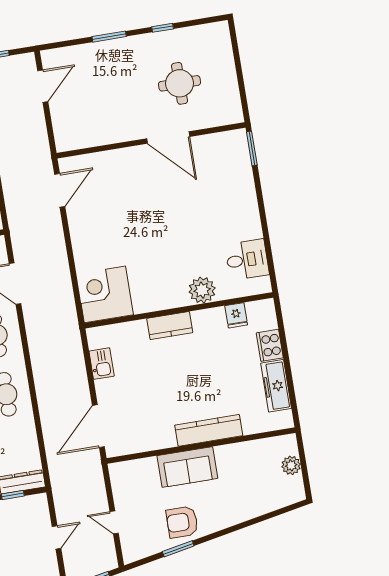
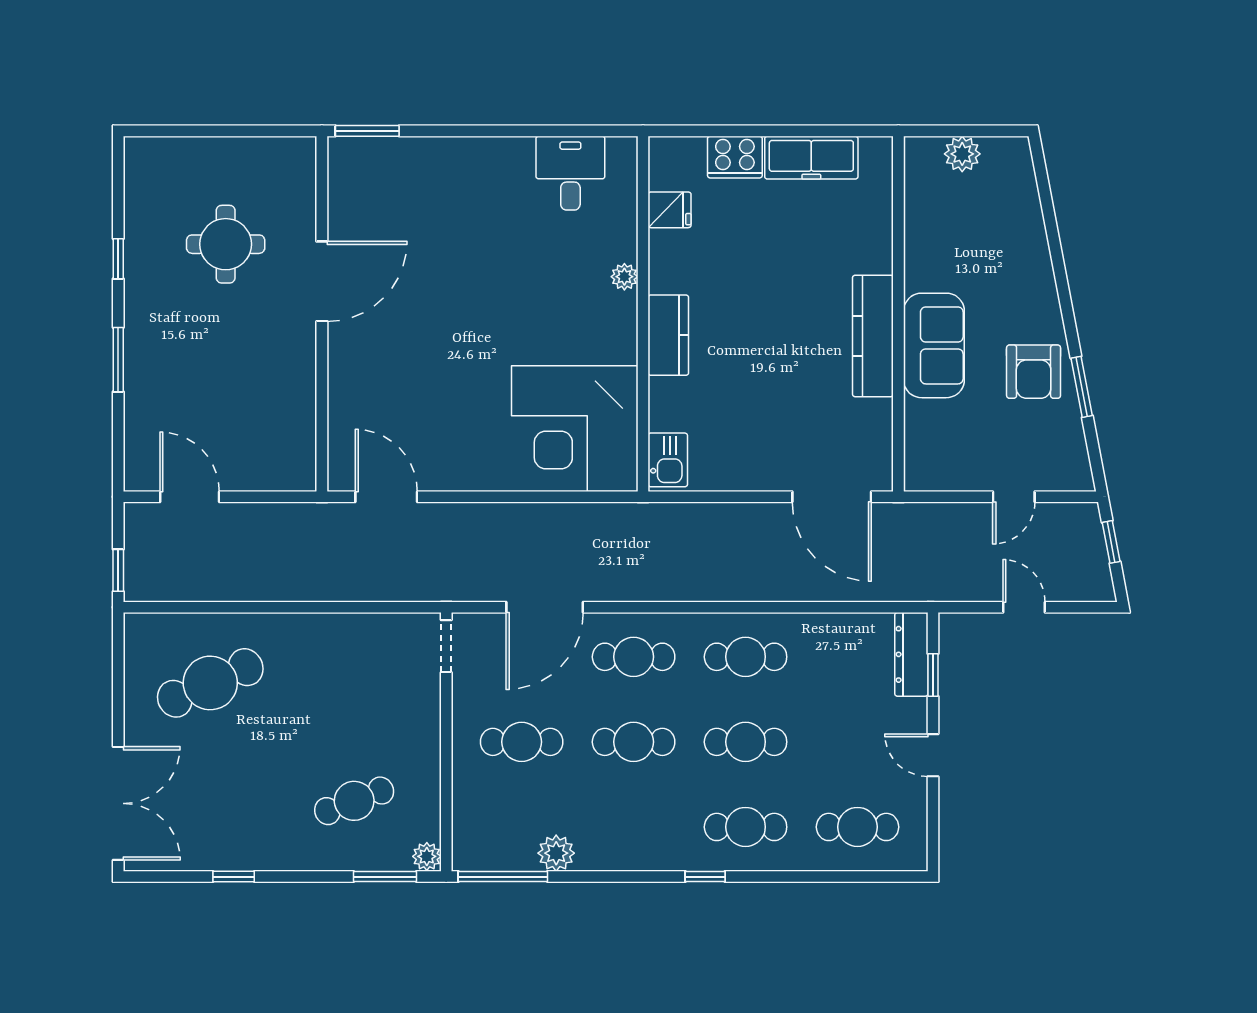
plant: (202, 290) -> (624, 277), width x0.53, depth x0.53
corner desk: (105, 294) -> (575, 429), width x1.36, depth x1.36
kitchen sink: (102, 364) -> (668, 460), moved, turned 90
kitchen counter: (209, 430) -> (873, 336), moved

